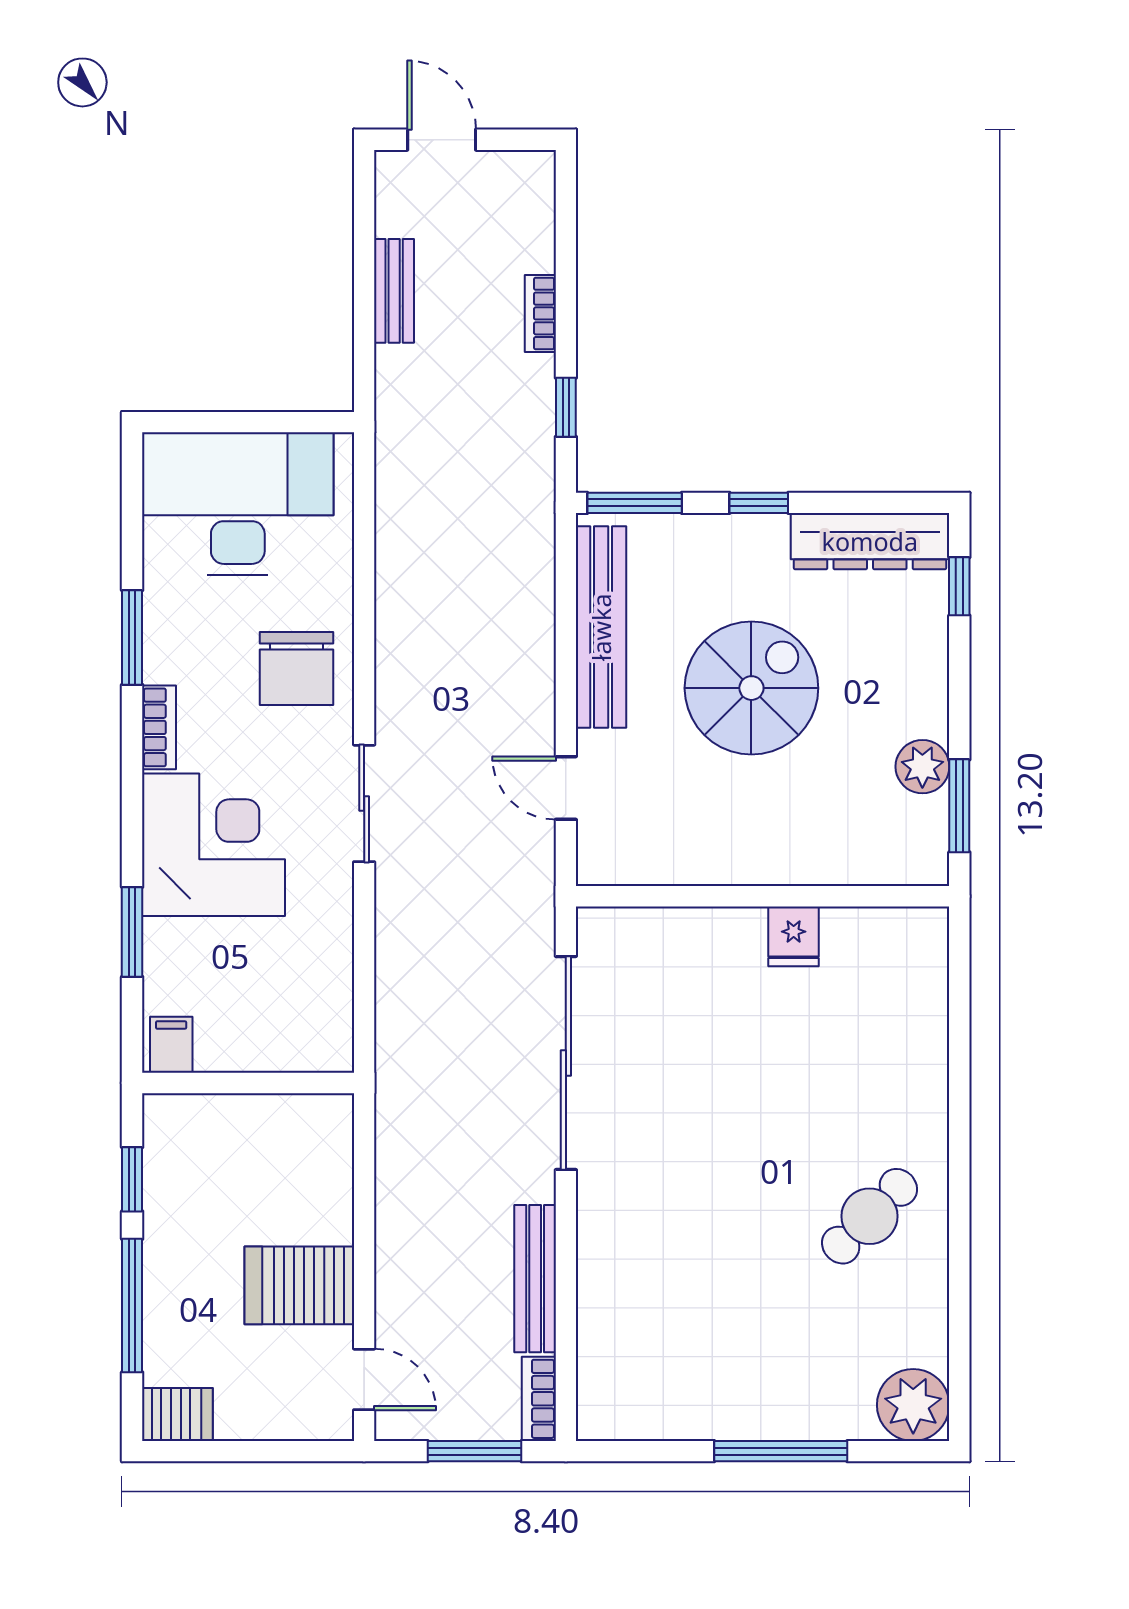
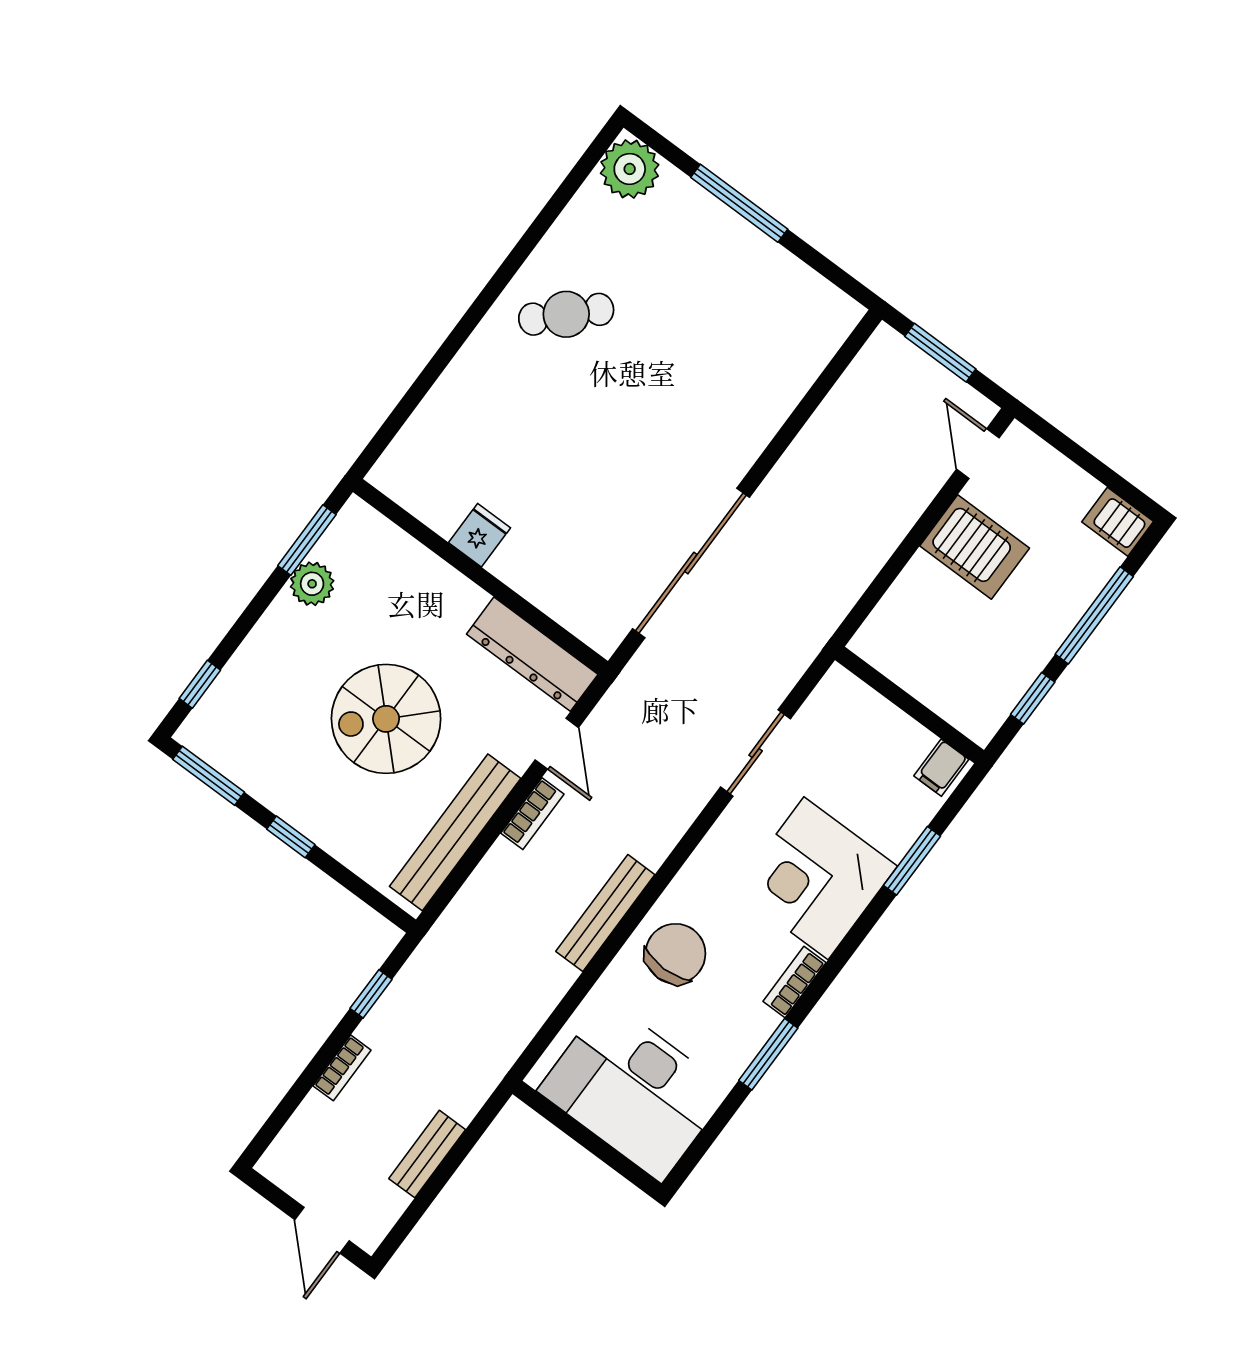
window: (635, 503) -> (209, 776), moved
dresser: (870, 541) -> (532, 654), moved, turned 180
sliding door: (364, 803) -> (756, 753), moved
bench: (535, 1279) -> (605, 913), moved
bookcase: (539, 1399) -> (532, 814), moved

